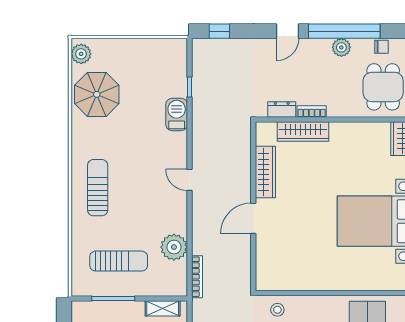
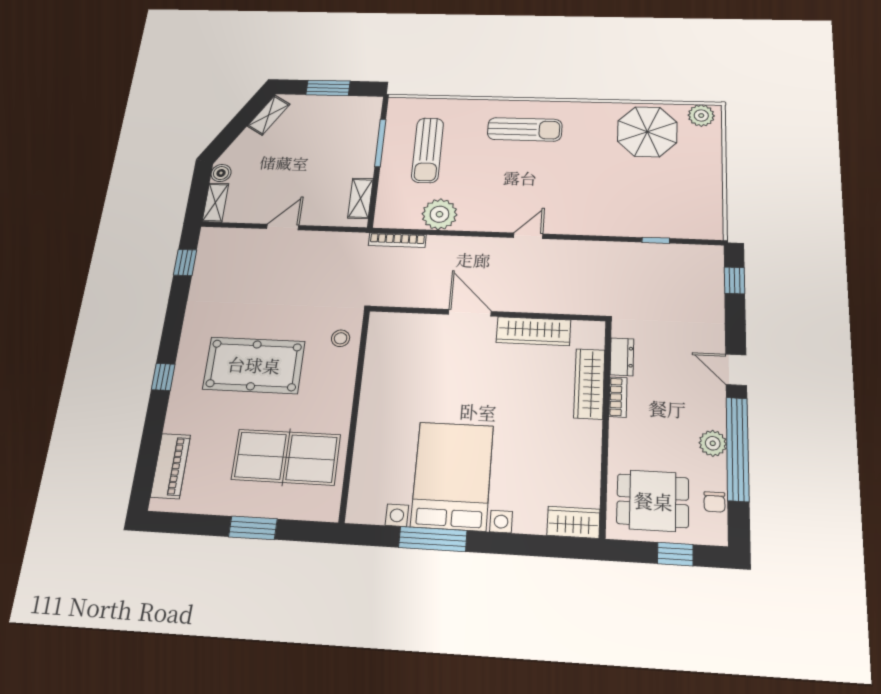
barbecue: (177, 114) -> (618, 224), removed

